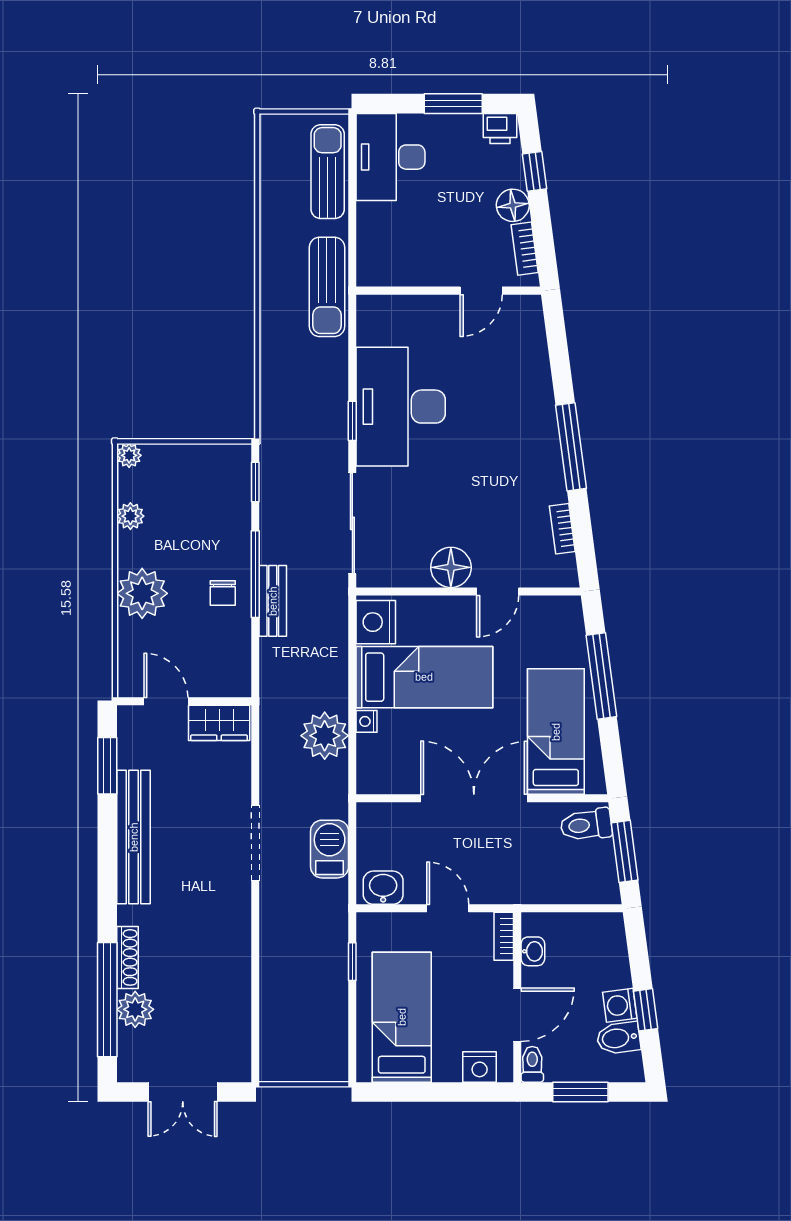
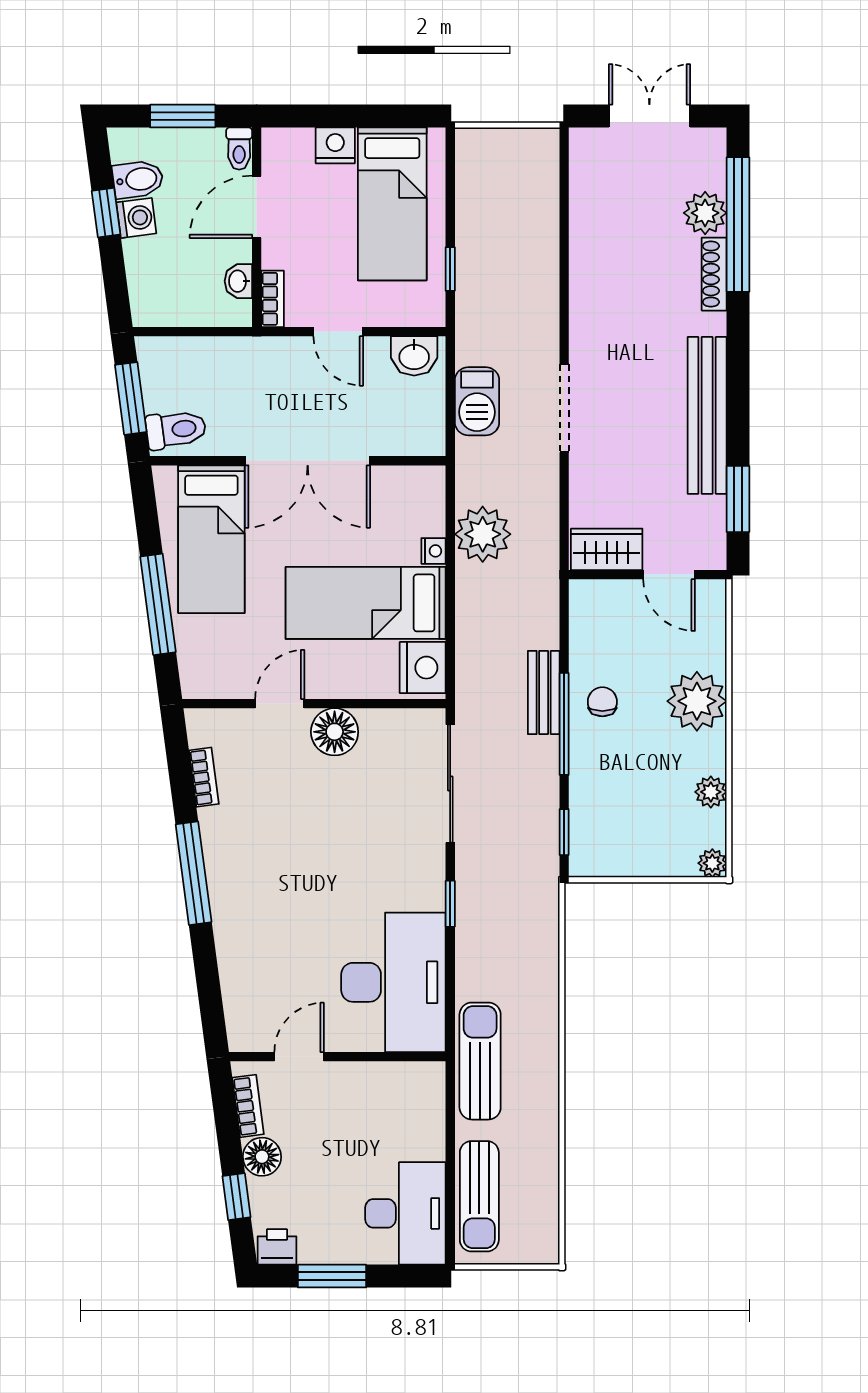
desk: (401, 407) -> (393, 982), moved
nightstand: (480, 1067) -> (335, 145), moved

